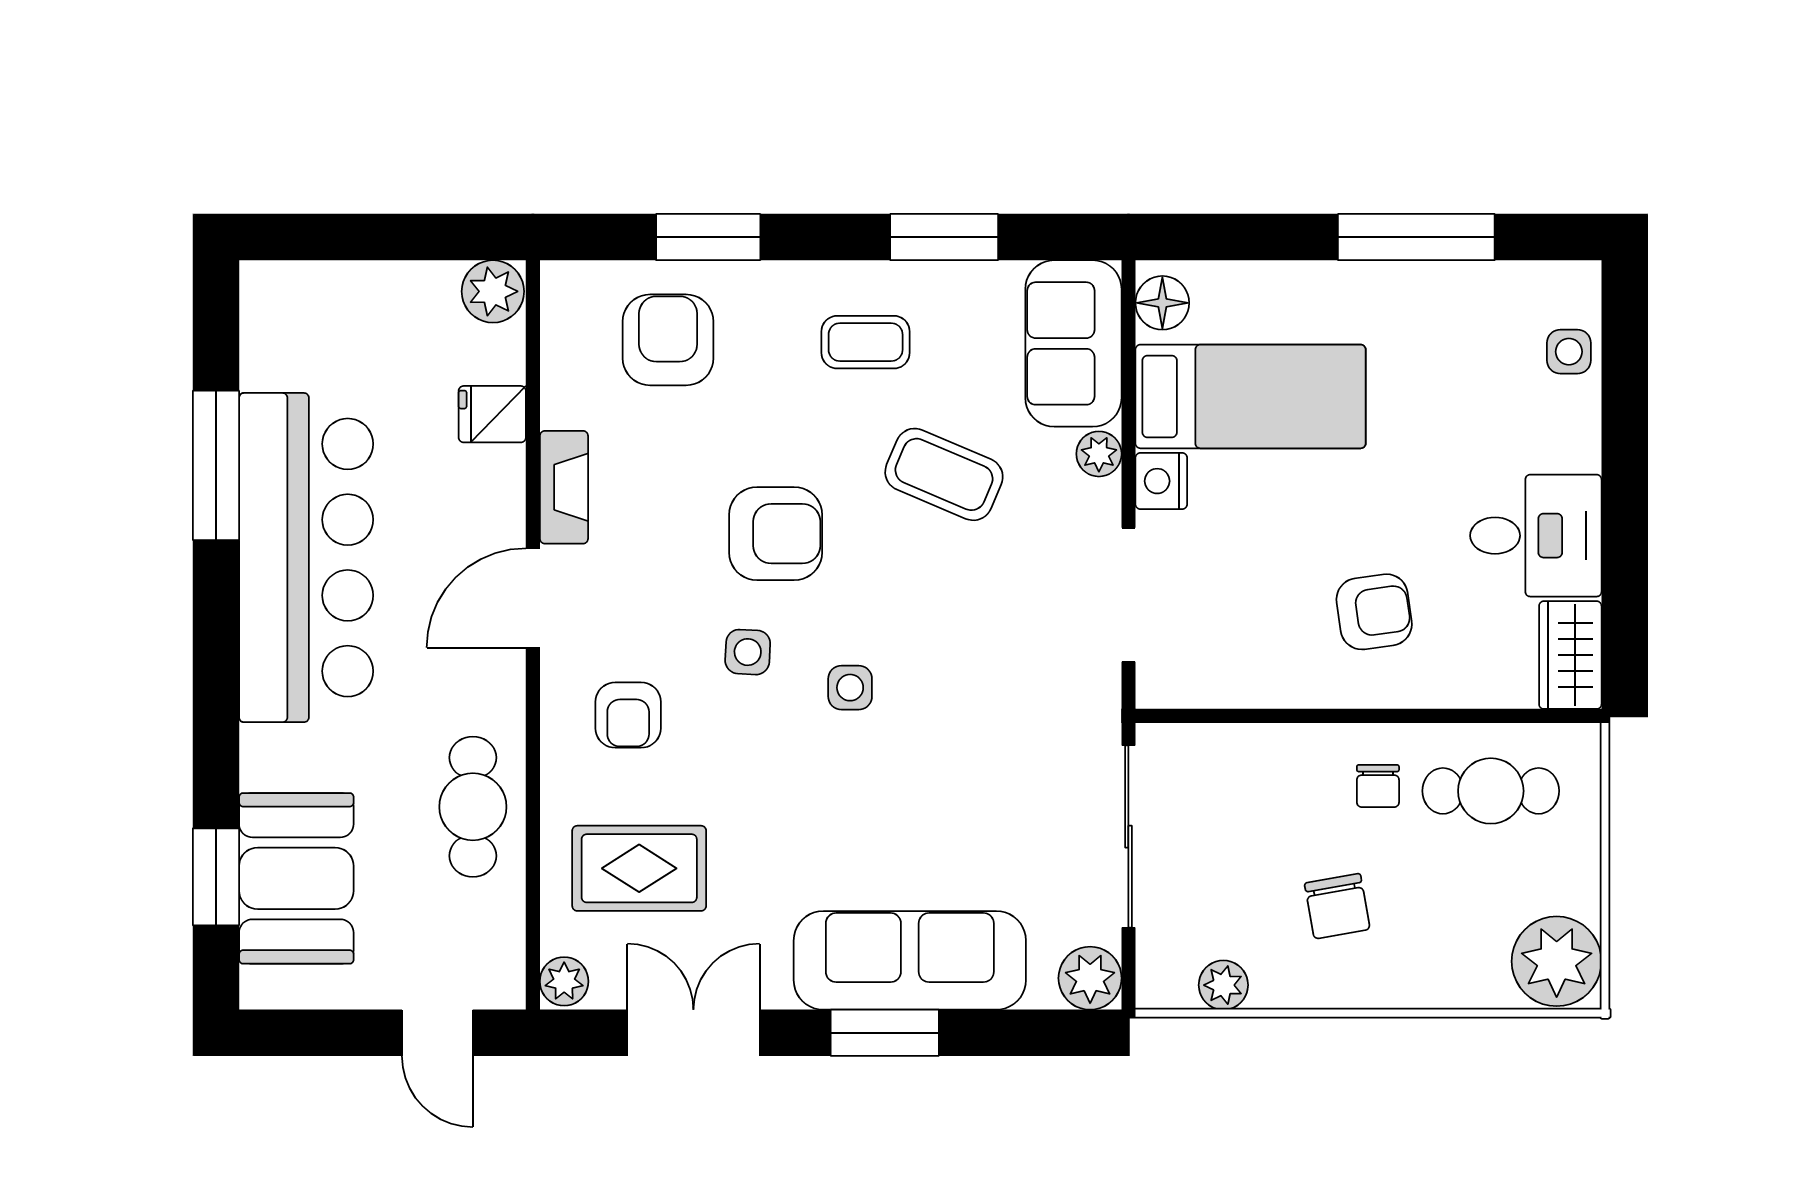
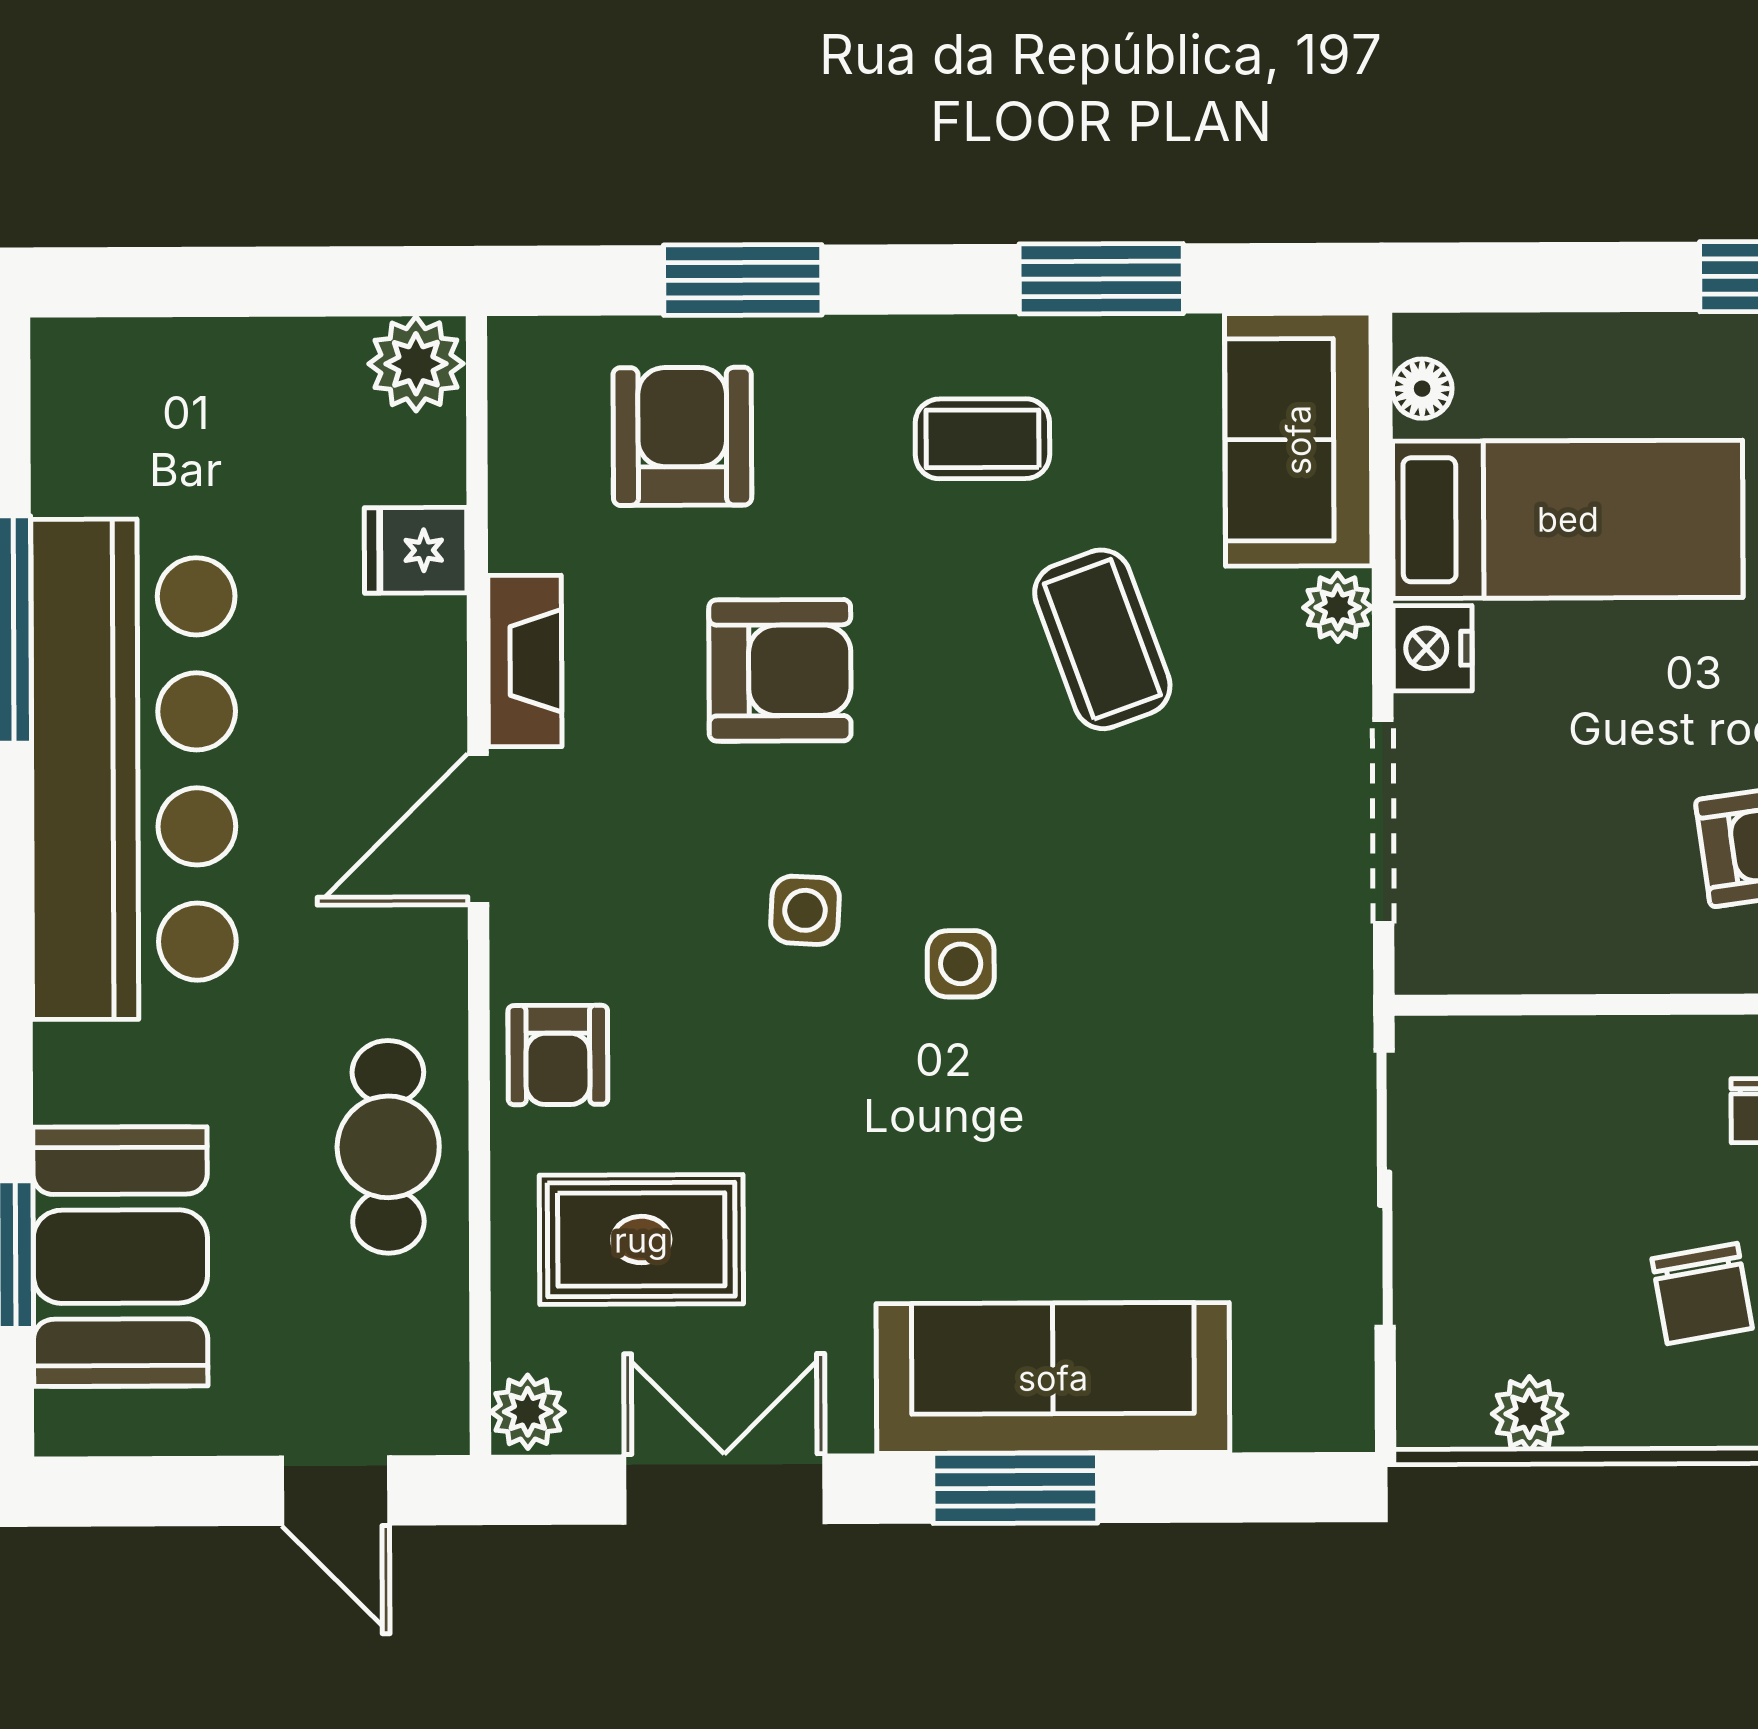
floor lamp: (1162, 303) -> (1422, 389), width x0.73, depth x0.73
coffee table: (944, 474) -> (1102, 639), turned 47
armchair: (776, 534) -> (780, 670), moved
armchair: (628, 715) -> (558, 1055), moved
plant: (1090, 978) -> (1327, 1404), removed

